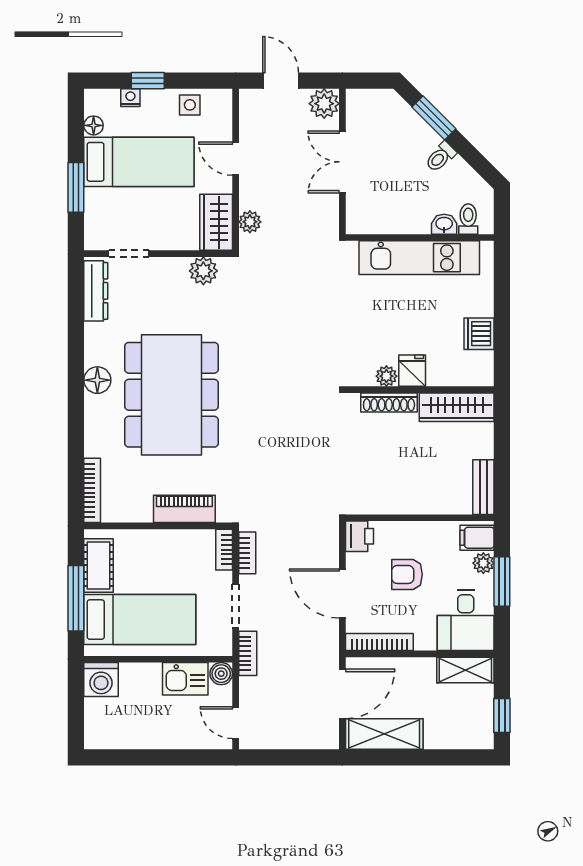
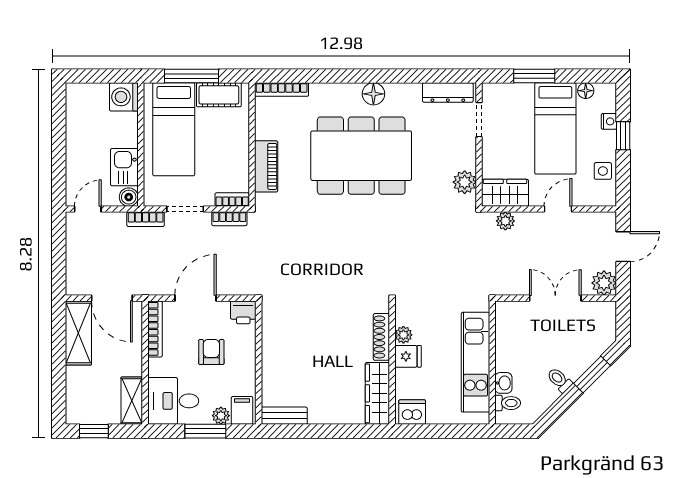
fridge: (412, 371) -> (408, 356), moved
plant: (386, 376) -> (403, 335), moved
wall: (420, 390) -> (392, 363), moved
shoe rack: (389, 402) -> (381, 337), moved
wardrobe: (457, 407) -> (377, 393), moved

